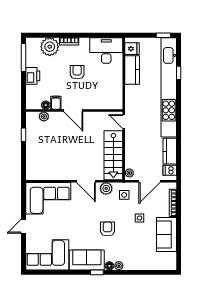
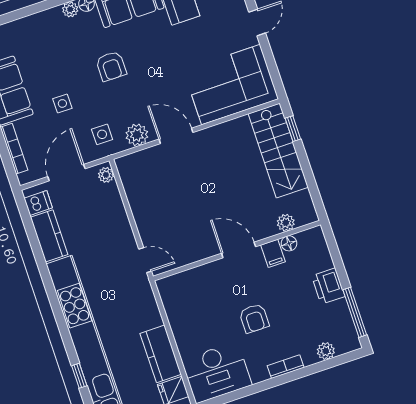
plant: (50, 47) -> (326, 351), width x0.53, depth x0.53
window: (24, 135) -> (293, 129), moved
stairs: (113, 155) -> (278, 151), moved, turned 180

